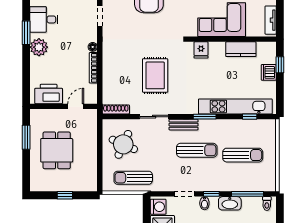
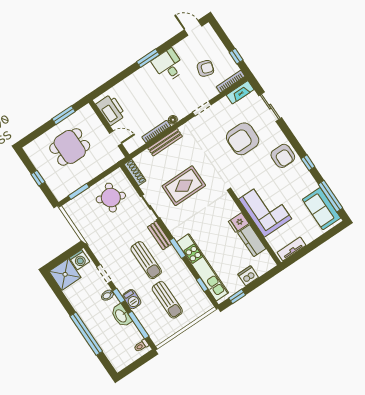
plant: (39, 47) -> (143, 76), removed
fridge: (201, 50) -> (239, 222), moved
window: (280, 65) -> (237, 296), moved
bench: (107, 67) -> (165, 142), added
window: (100, 168) -> (79, 191), added
sun lounger: (133, 178) -> (89, 224), removed
barbecue: (222, 185) -> (132, 299), added

